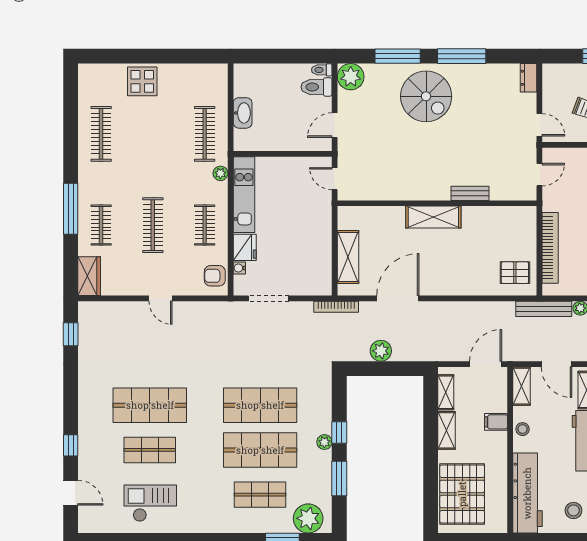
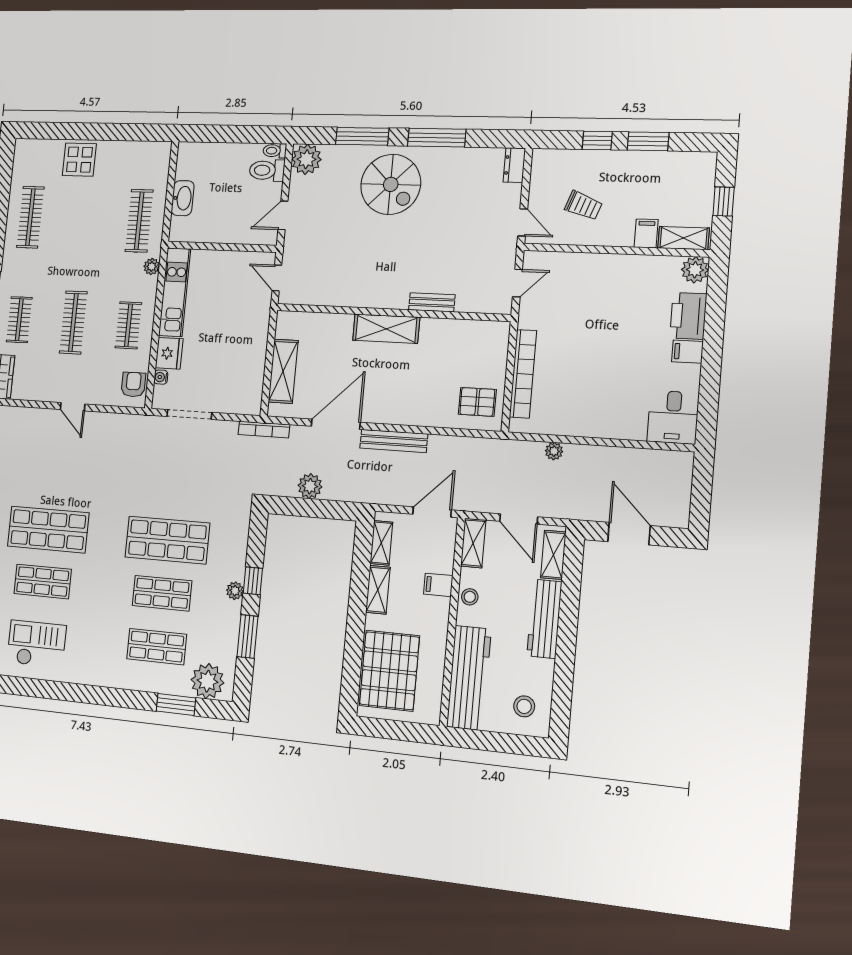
armchair: (215, 276) -> (133, 384), turned 90
bench: (544, 309) -> (394, 441), moved
shop shelf: (260, 450) -> (162, 593), width x0.70, depth x0.74

